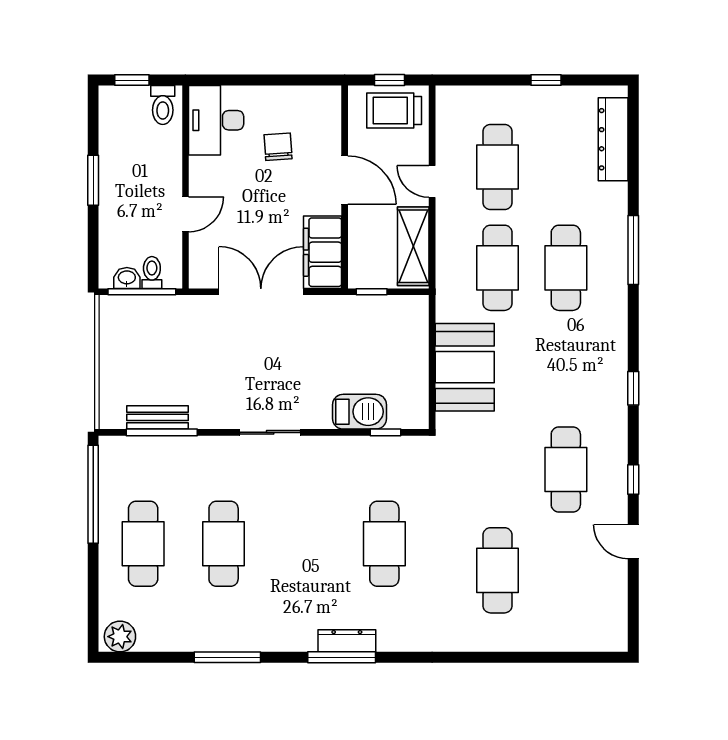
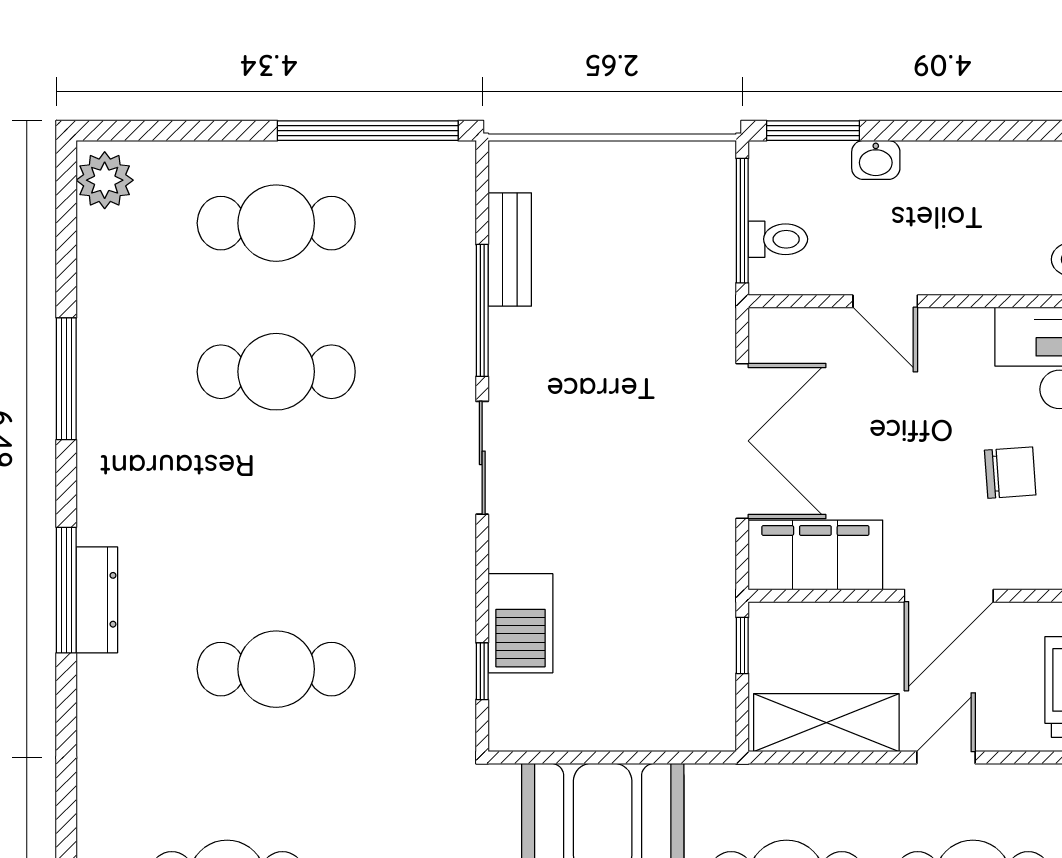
window: (93, 180) -> (813, 131), moved
washbasin: (127, 278) -> (876, 160), moved, turned 90
window: (162, 432) -> (482, 310), moved

